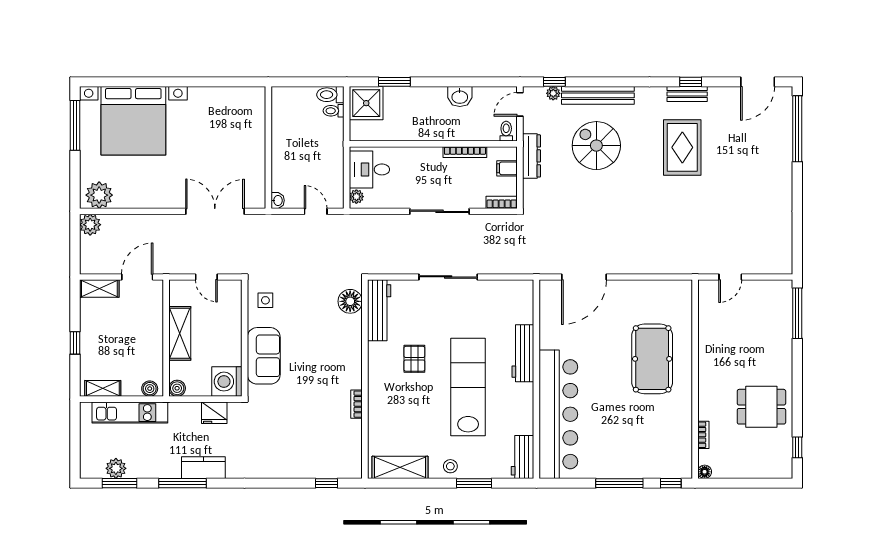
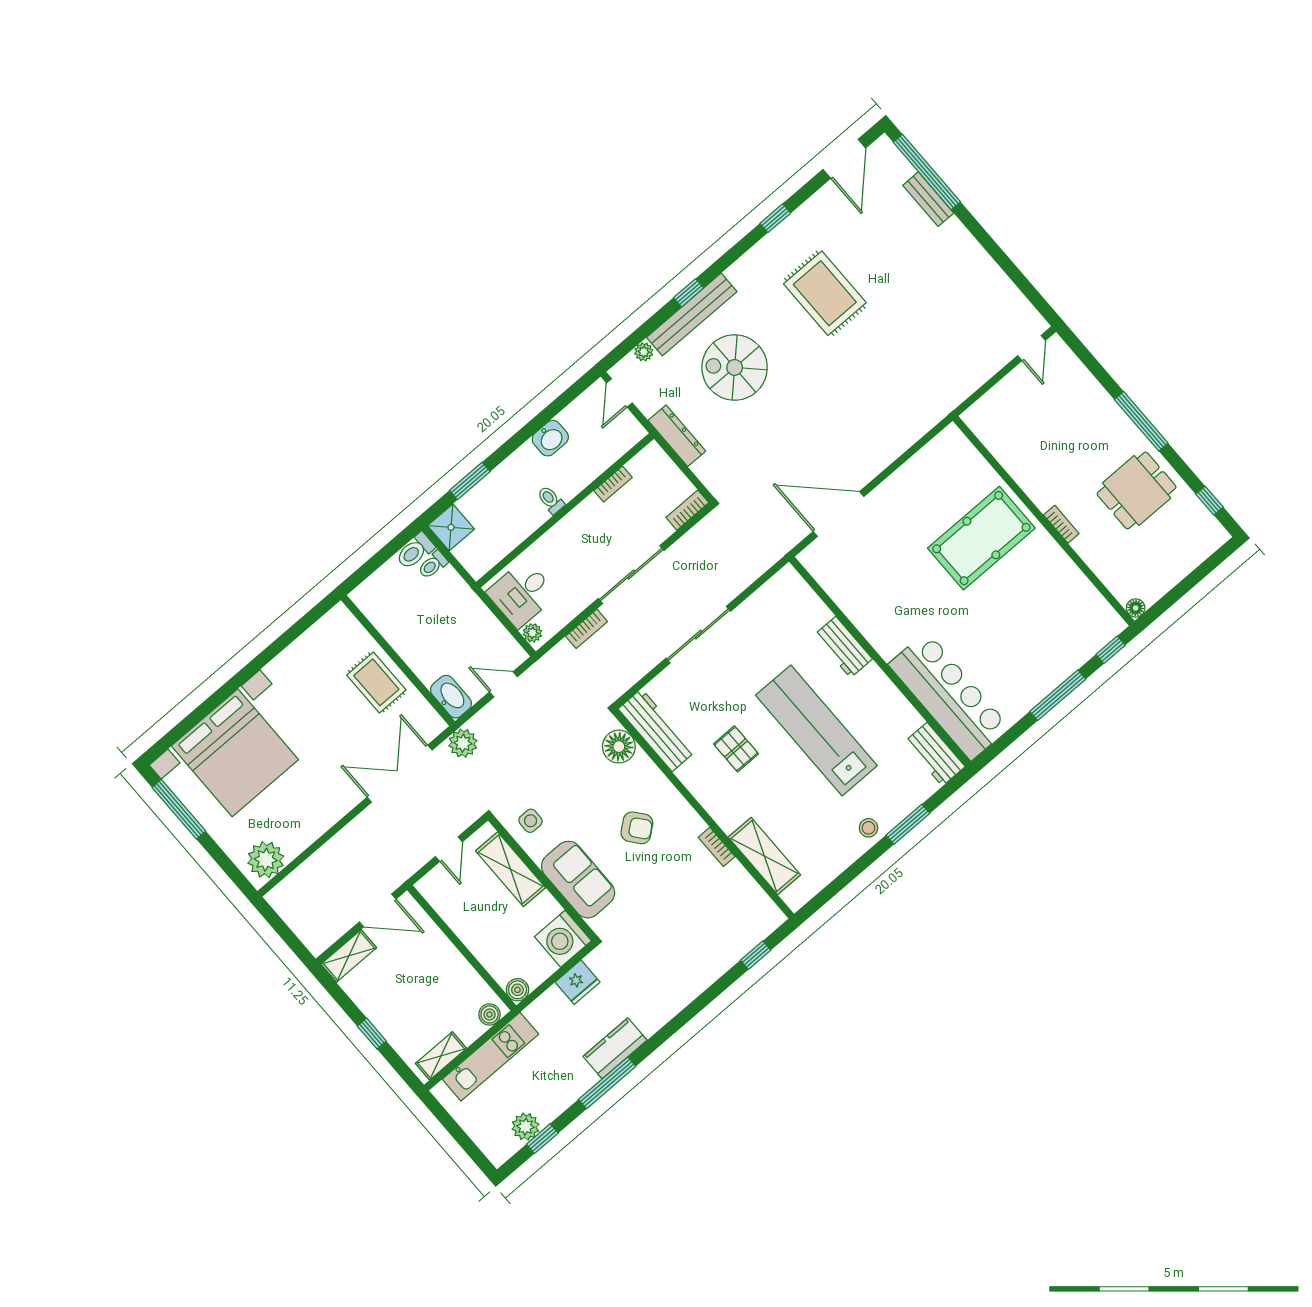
window: (554, 82) -> (689, 293), moved
bench: (687, 94) -> (928, 199), moved, turned 90
shower: (366, 103) -> (451, 527), width x0.73, depth x0.73
toilet: (506, 131) -> (551, 500), moved
rug: (246, 149) -> (376, 682), added
bookcase: (465, 152) -> (613, 484), width x0.64
filing cabinet: (507, 168) -> (663, 470), removed
washbasin: (278, 200) -> (451, 697), width x1.91, depth x1.45
bookcase: (389, 220) -> (586, 629), added
plant: (90, 225) -> (463, 743), moved
door: (137, 277) -> (378, 910), swing flipped
door: (206, 277) -> (449, 849), hinge flipped
door: (584, 277) -> (838, 514), swing flipped
door: (730, 277) -> (1032, 348), moved
window: (797, 313) -> (1141, 421), moved
shelving: (180, 333) -> (511, 869), moved
workbench: (523, 353) -> (843, 647), width x0.73
armchair: (321, 355) -> (637, 828), added
pool table: (652, 359) -> (981, 538), turned 90
bar counter: (558, 414) -> (949, 696), width x0.73
bookcase: (703, 435) -> (1061, 524), moved
shelving: (400, 467) -> (764, 856), moved, turned 90
window: (120, 483) -> (542, 1139), width x0.67

